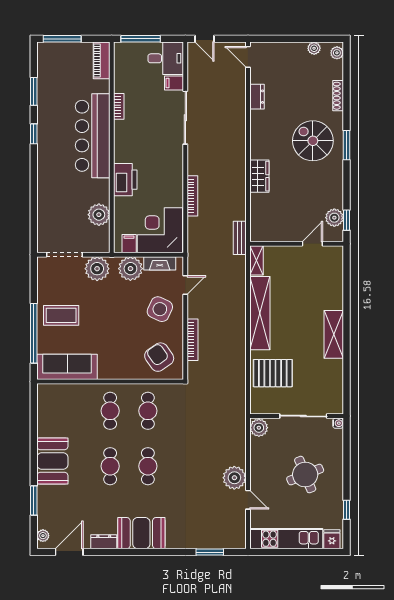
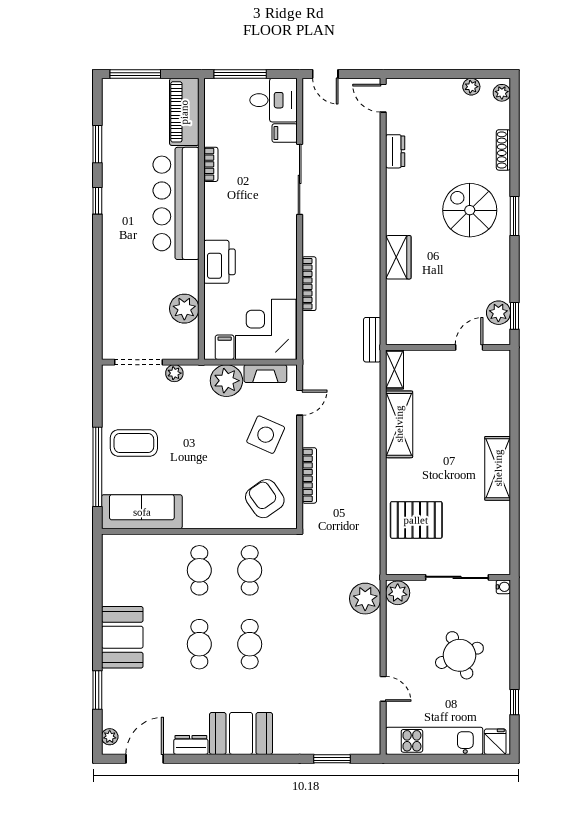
piano: (102, 60) -> (184, 112), width x1.37, depth x1.33
plant: (97, 269) -> (174, 373), width x0.53, depth x0.53
shelving: (260, 313) -> (399, 424), width x0.68
plant: (234, 478) -> (365, 599), moved

